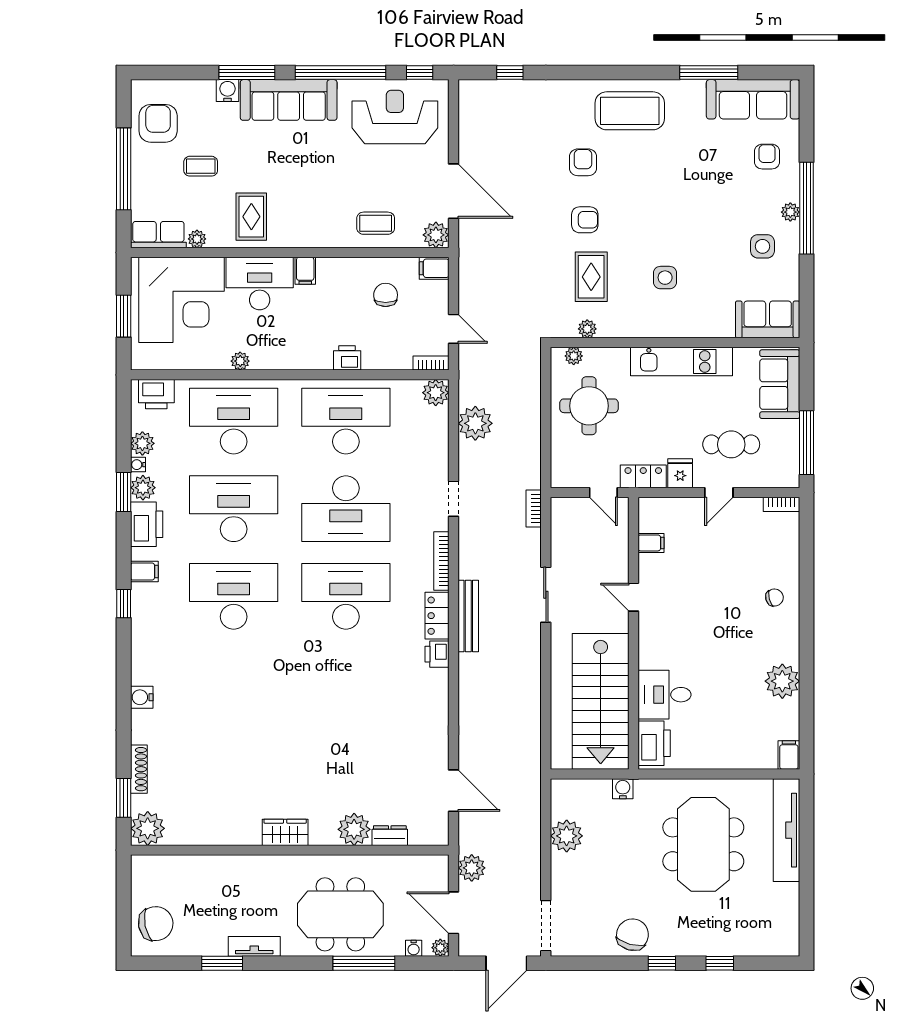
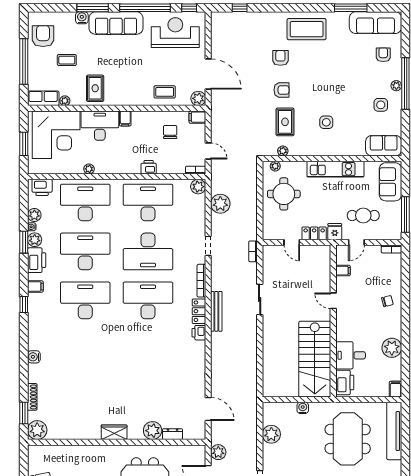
filing cabinet: (651, 543) -> (343, 271), moved
door: (634, 597) -> (333, 301), moved
wall: (634, 633) -> (333, 321), moved
desk: (665, 695) -> (351, 355), moved
stairs: (601, 701) -> (315, 359), moved
printer: (654, 743) -> (345, 382), moved

